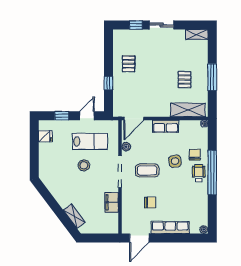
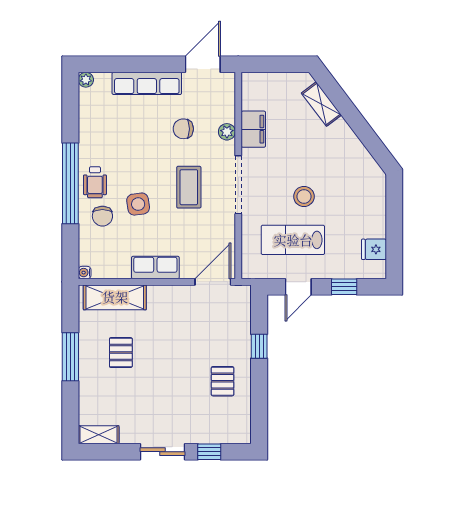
plant: (126, 147) -> (227, 132), moved
coffee table: (147, 170) -> (189, 187), turned 90

